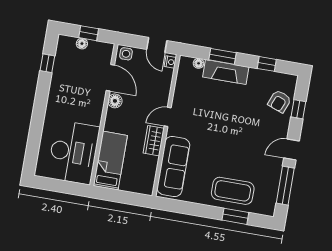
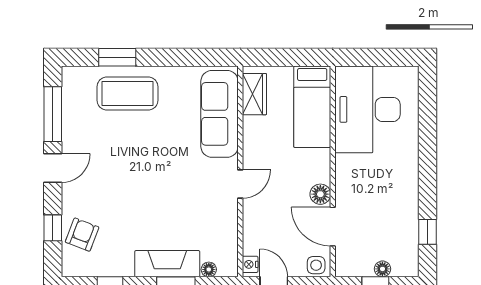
wardrobe: (154, 141) -> (254, 94), moved

